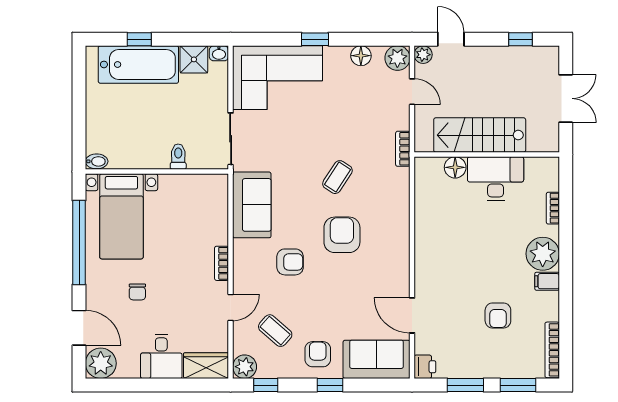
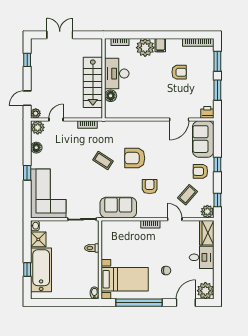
stairs: (480, 135) -> (93, 82), moved
wall: (487, 154) -> (104, 78), moved
floor lamp: (455, 167) -> (111, 96), moved
desk: (496, 179) -> (117, 74), moved

